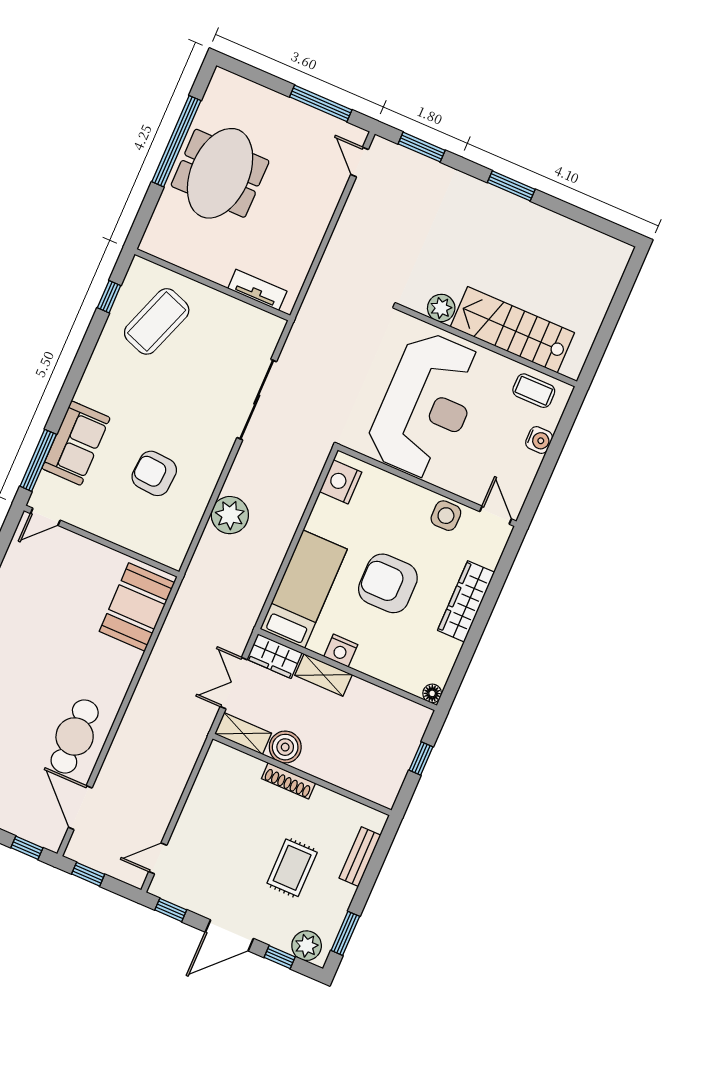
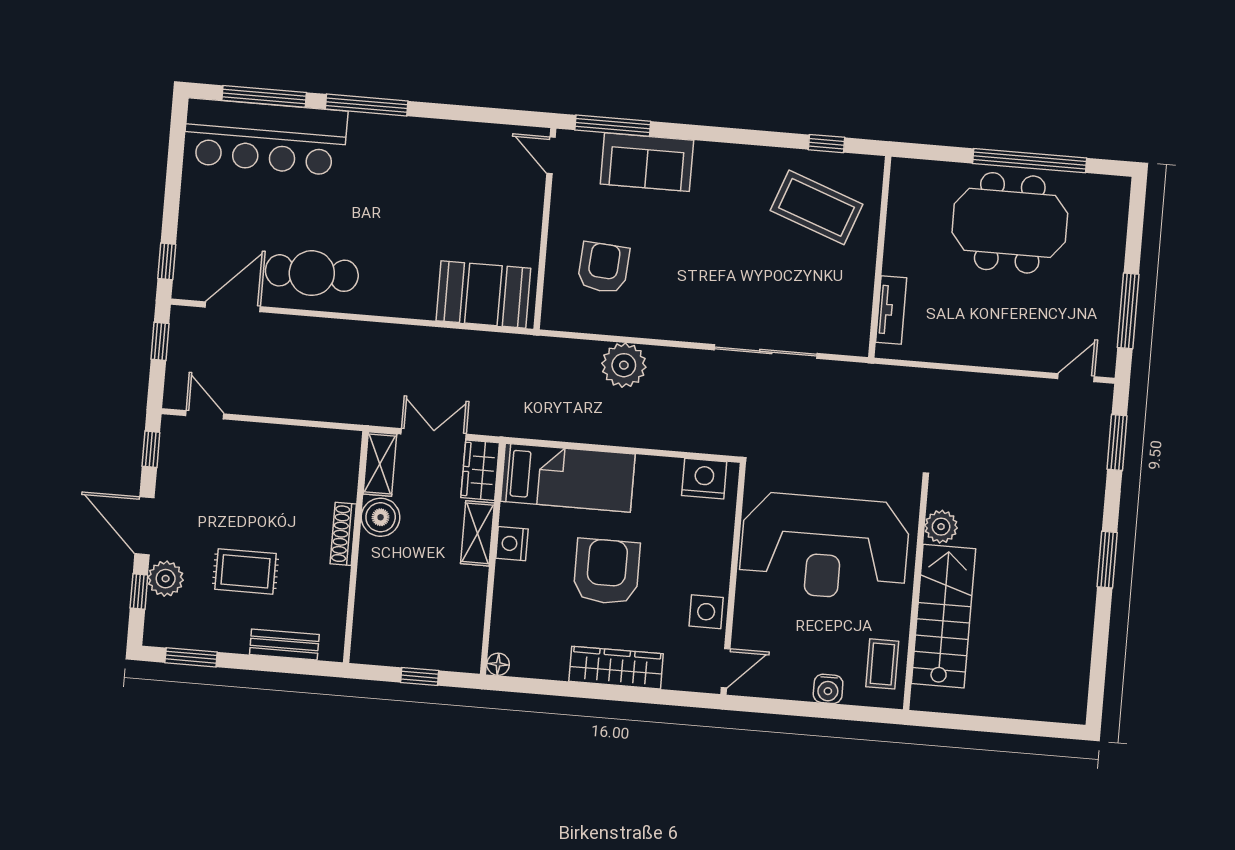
armchair: (154, 473) -> (603, 268), moved
plant: (307, 946) -> (166, 579), moved

